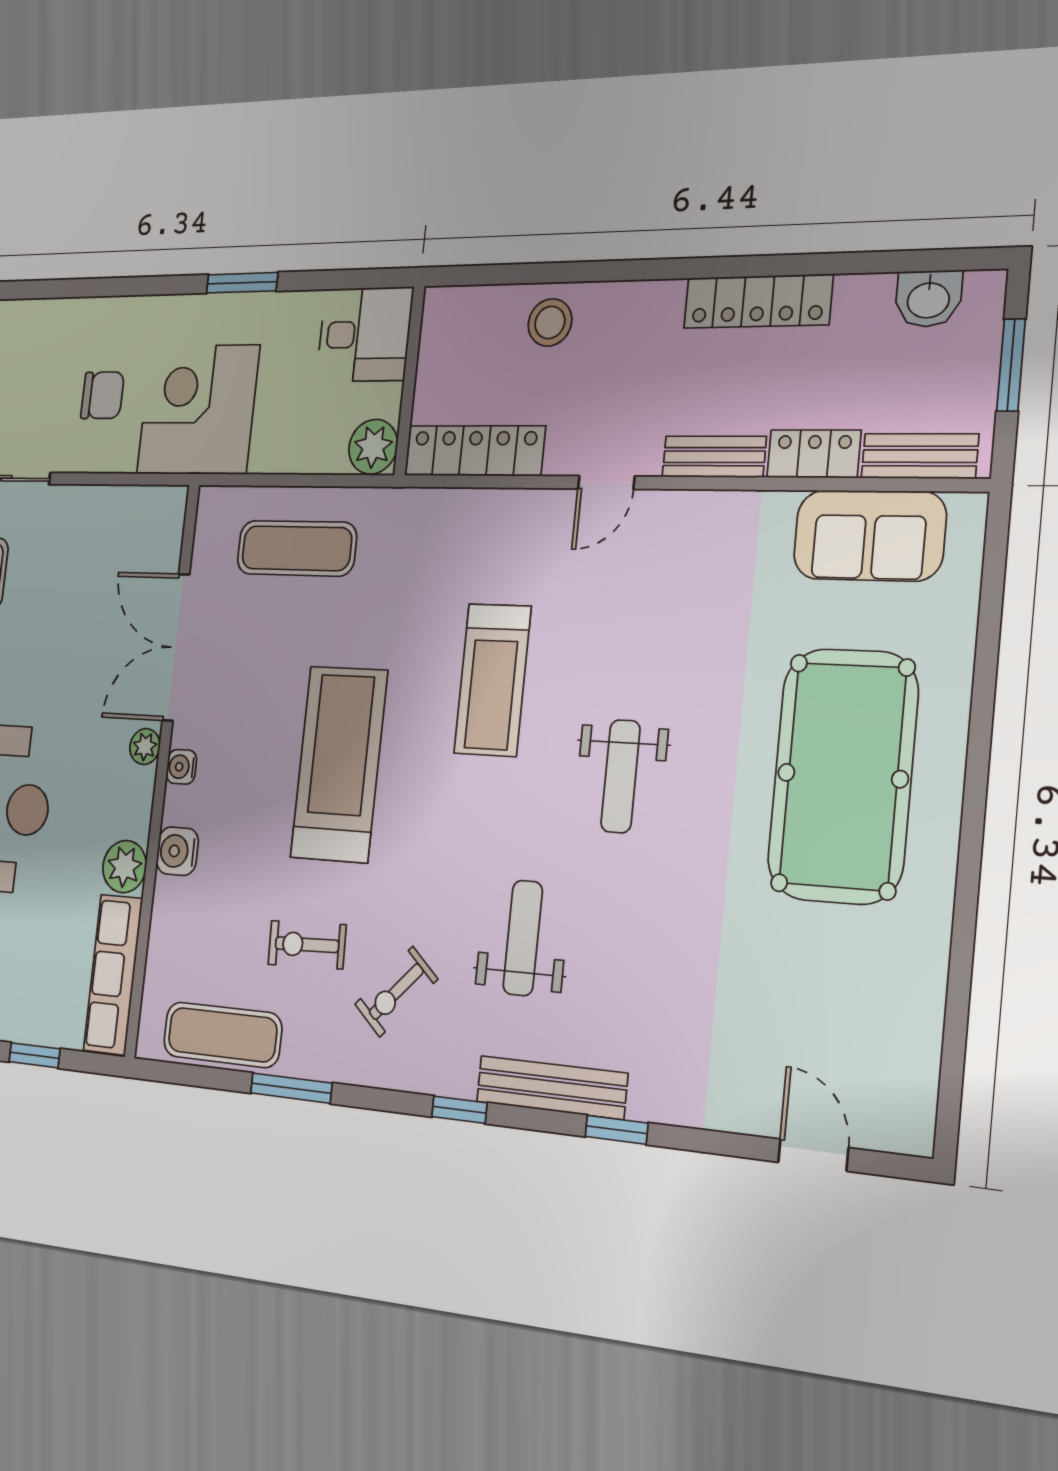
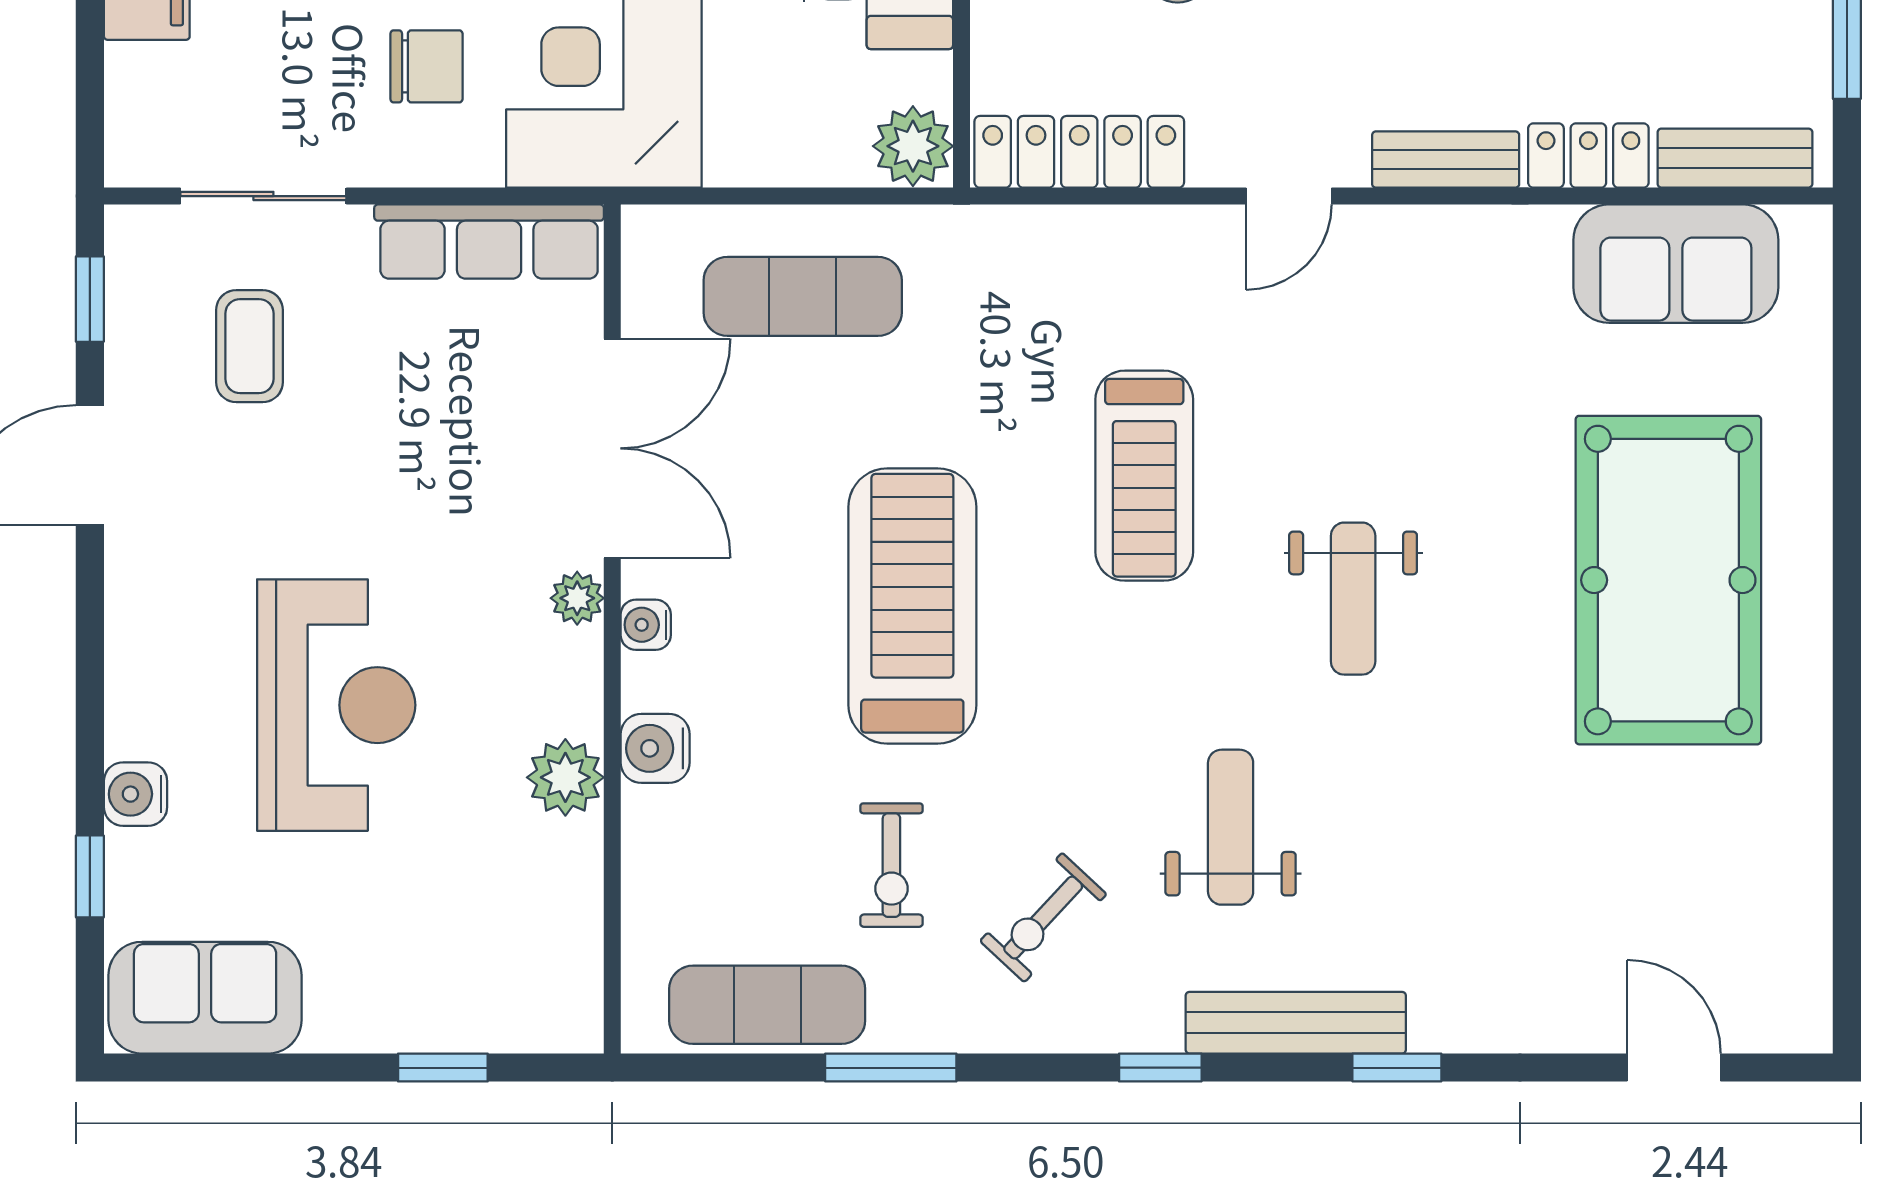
double door: (176, 647) -> (612, 448), swing flipped
exercise bike: (307, 945) -> (891, 865), turned -88
row of seats: (113, 974) -> (489, 242), moved, turned -90

